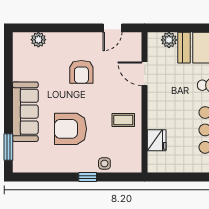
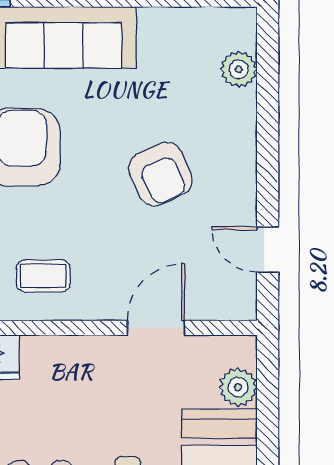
armchair: (81, 72) -> (161, 174), turned -114
coffee table: (123, 120) -> (43, 276), turned 90

